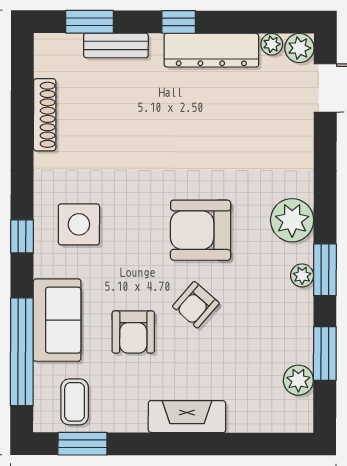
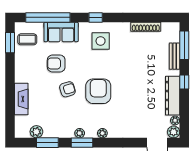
window: (90, 22) -> (184, 45), width x1.44
plant: (292, 220) -> (102, 133), width x0.53, depth x0.53
armchair: (196, 305) -> (67, 89), turned 122
fireplace: (187, 417) -> (21, 99), moved

